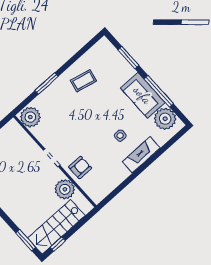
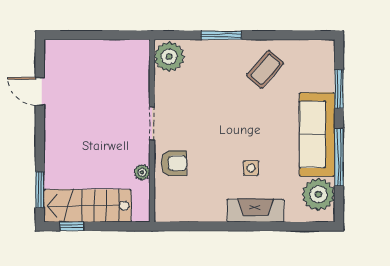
coffee table: (83, 81) -> (265, 69), turned -62
sofa: (143, 95) -> (317, 135), width x1.36
plant: (65, 189) -> (142, 172), width x0.53, depth x0.53

